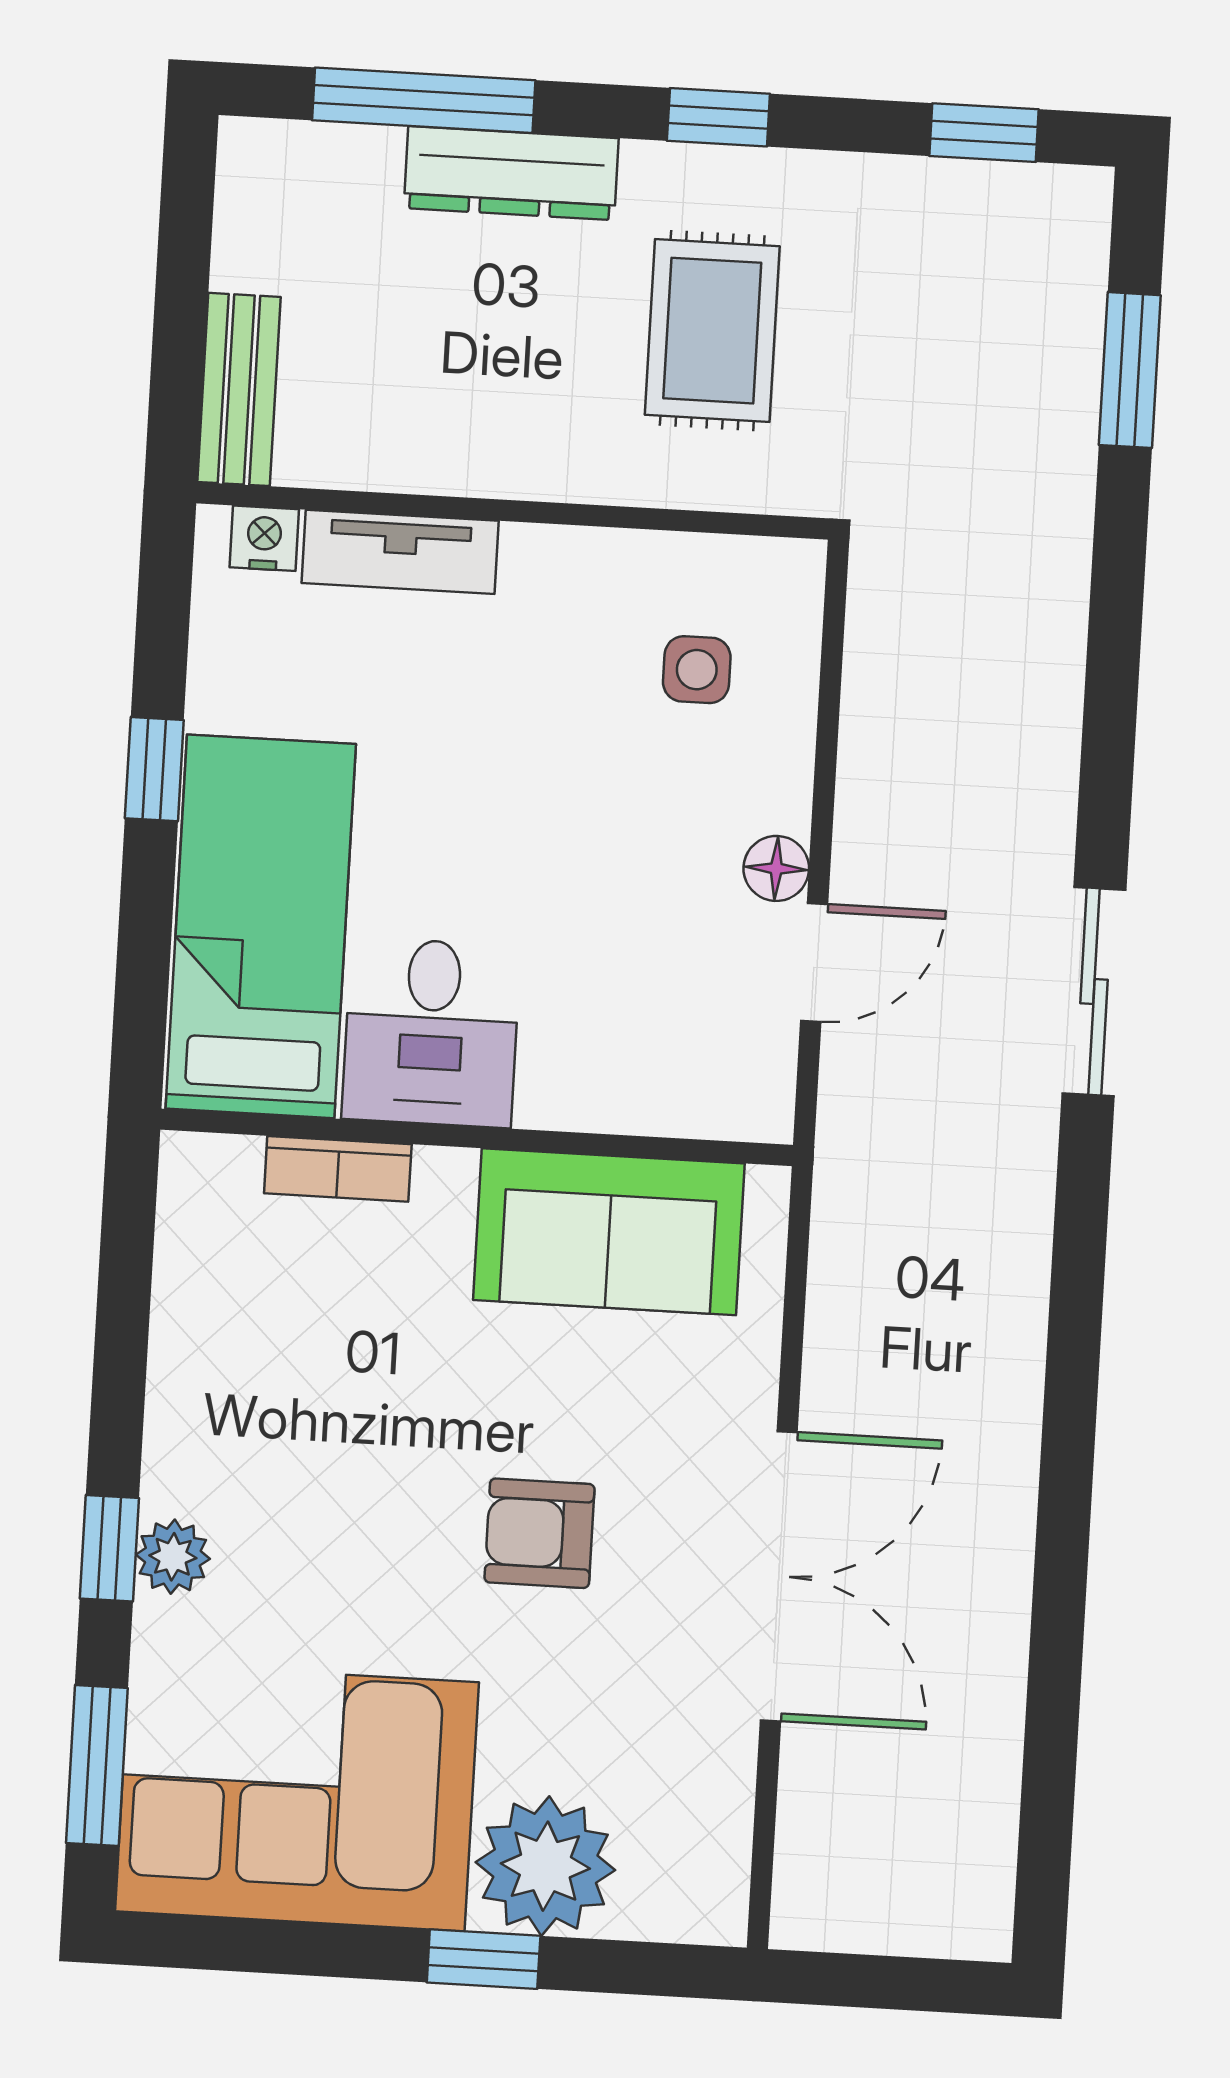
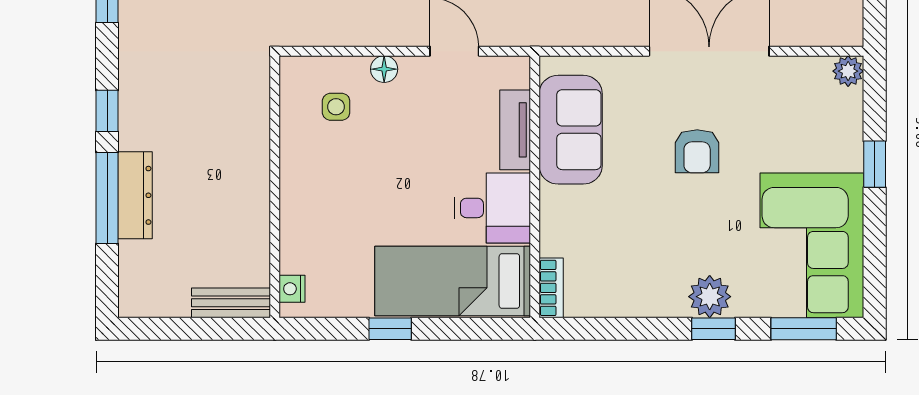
window: (424, 100) -> (107, 198), moved
rug: (712, 331) -> (195, 108), removed
tv unit: (400, 552) -> (515, 130), moved, turned 180
floor lamp: (776, 868) -> (384, 69), moved
bookcase: (338, 1169) -> (551, 288), moved
plant: (173, 1557) -> (710, 297), width x1.38, depth x1.38
plant: (545, 1866) -> (848, 71), moved, width x0.53, depth x0.53

